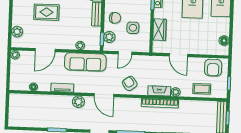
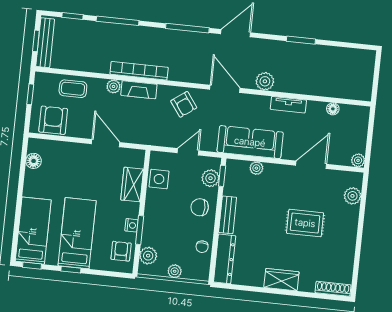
side table: (133, 28) -> (159, 179), moved

